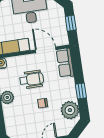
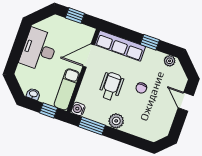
row of seats: (65, 63) -> (120, 46), width x1.48
plant: (70, 110) -> (170, 61), width x0.53, depth x0.53

